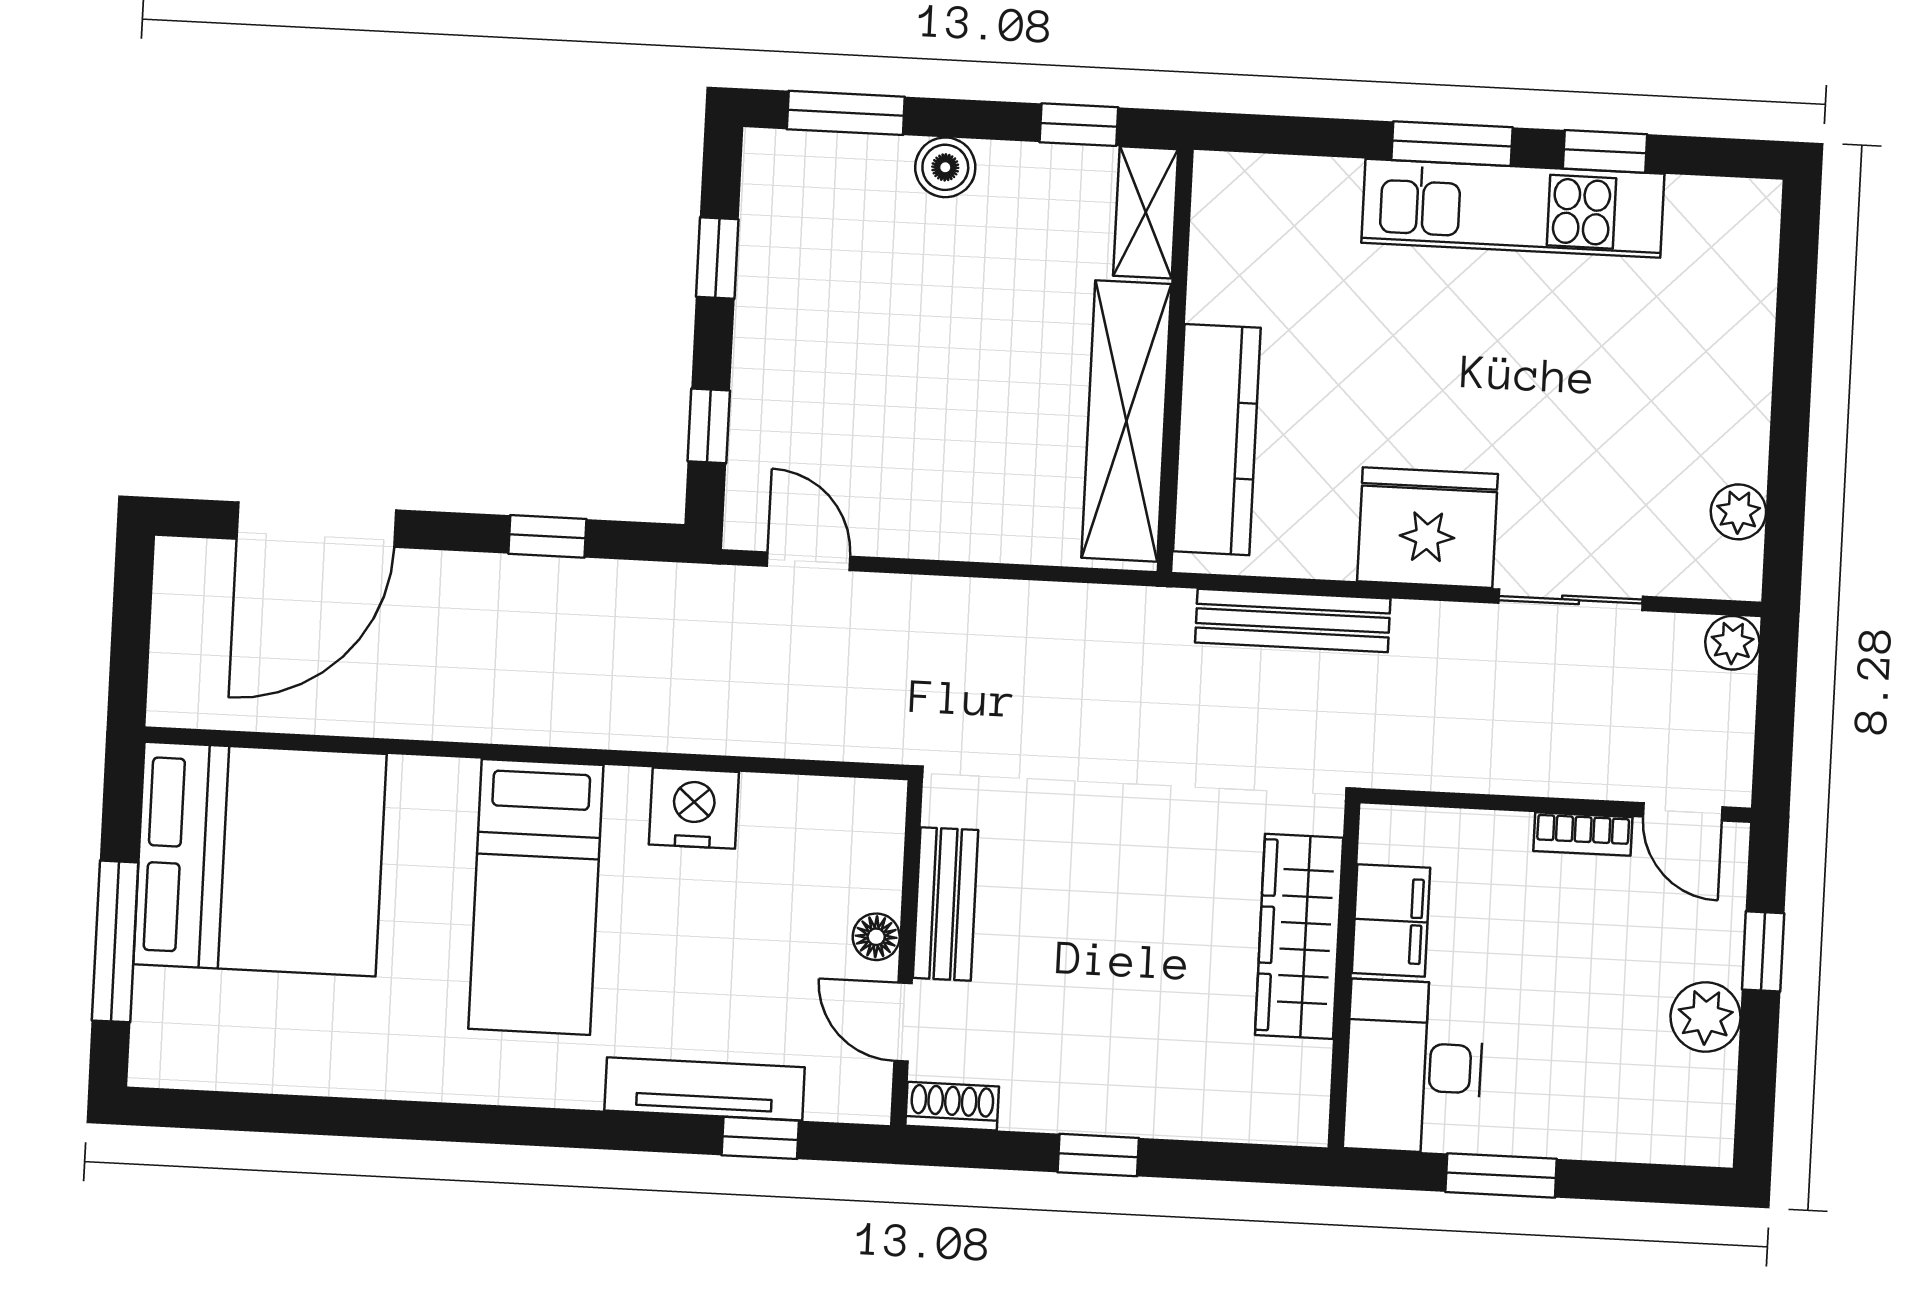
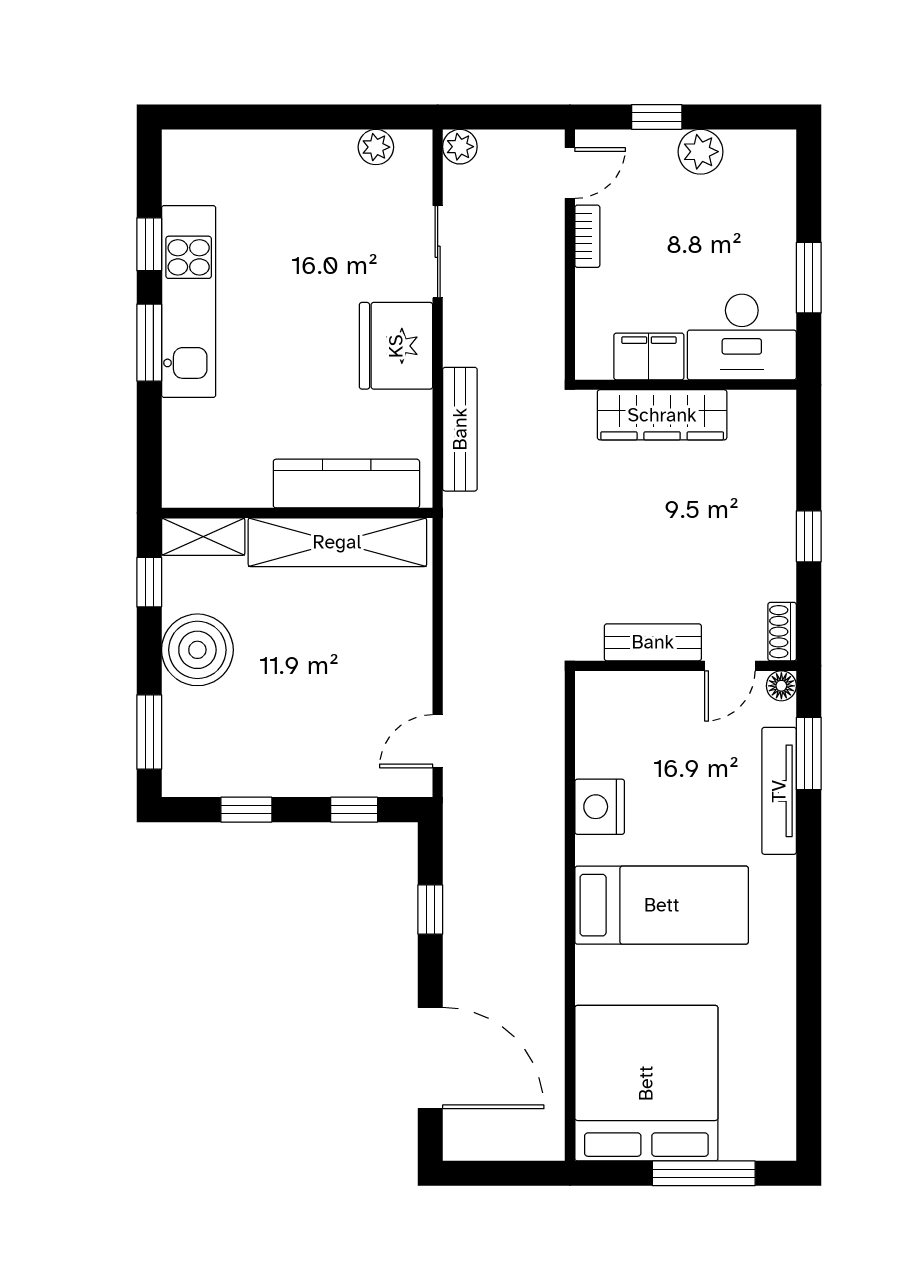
boiler: (945, 167) -> (197, 650), width x1.86, depth x1.86
floor lamp: (876, 937) -> (781, 686), moved
window: (760, 1138) -> (809, 754), width x1.50

